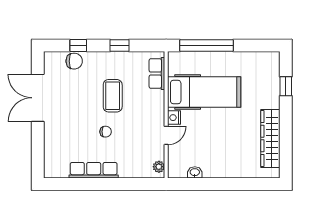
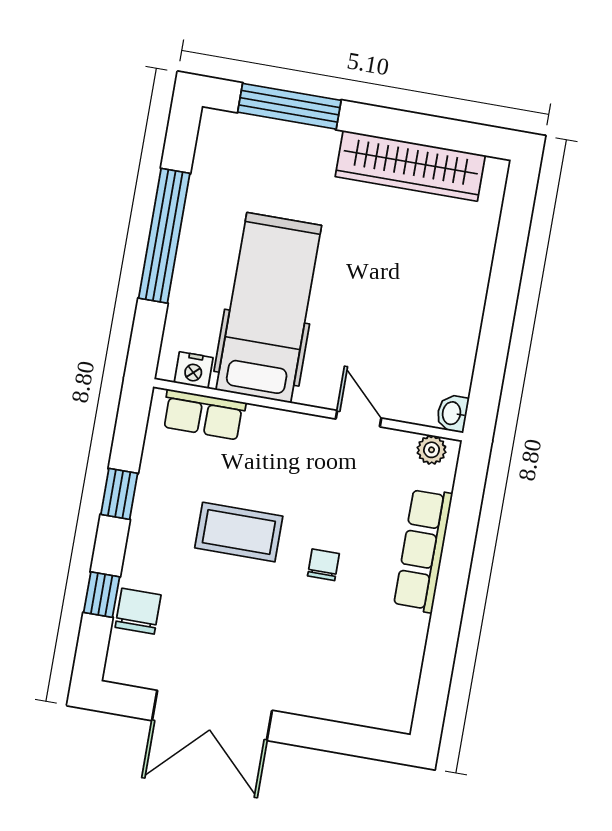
window: (207, 45) -> (164, 236), moved
window: (286, 86) -> (289, 106), width x2.17
nightstand: (174, 118) -> (194, 370), moved
row of seats: (94, 170) -> (423, 550), moved
washbasin: (195, 172) -> (452, 413), moved

